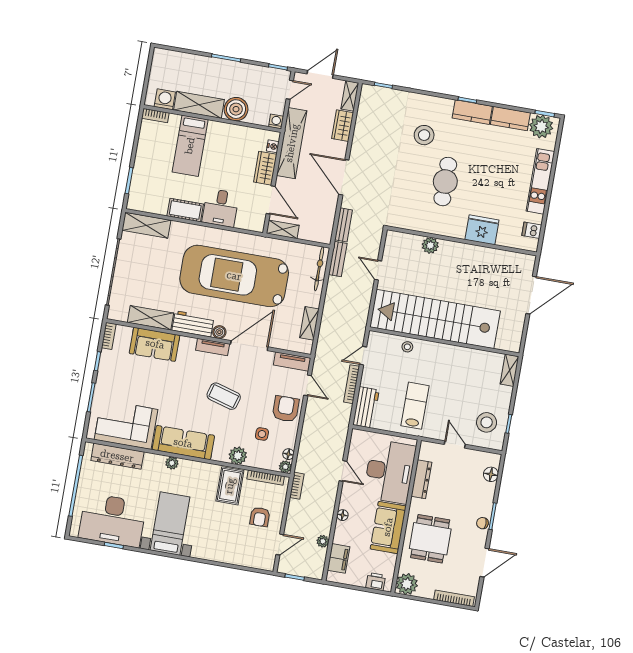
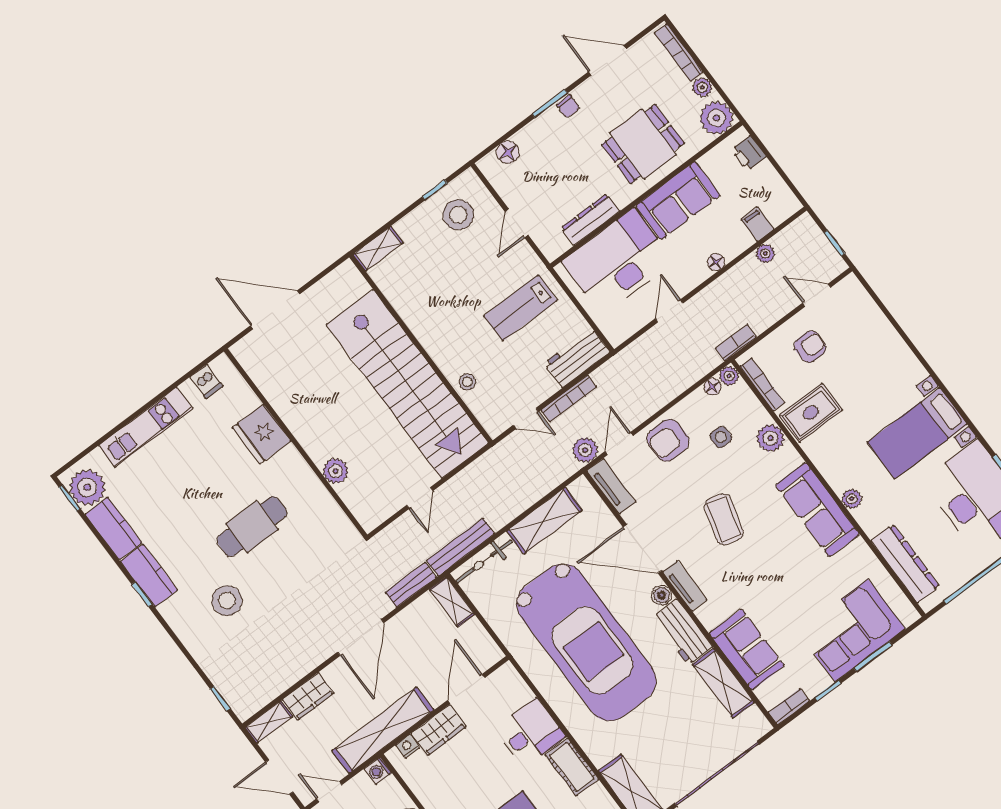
shelving: (283, 229) -> (452, 602), moved
bench: (338, 259) -> (461, 547), width x1.36
shelving: (309, 323) -> (544, 521), width x1.50, depth x1.33
plant: (321, 367) -> (585, 450), added
corner sofa: (126, 425) -> (852, 630), moved, turned 90
filing cabinet: (339, 558) -> (757, 224), width x0.50
plant: (427, 592) -> (702, 87), added

